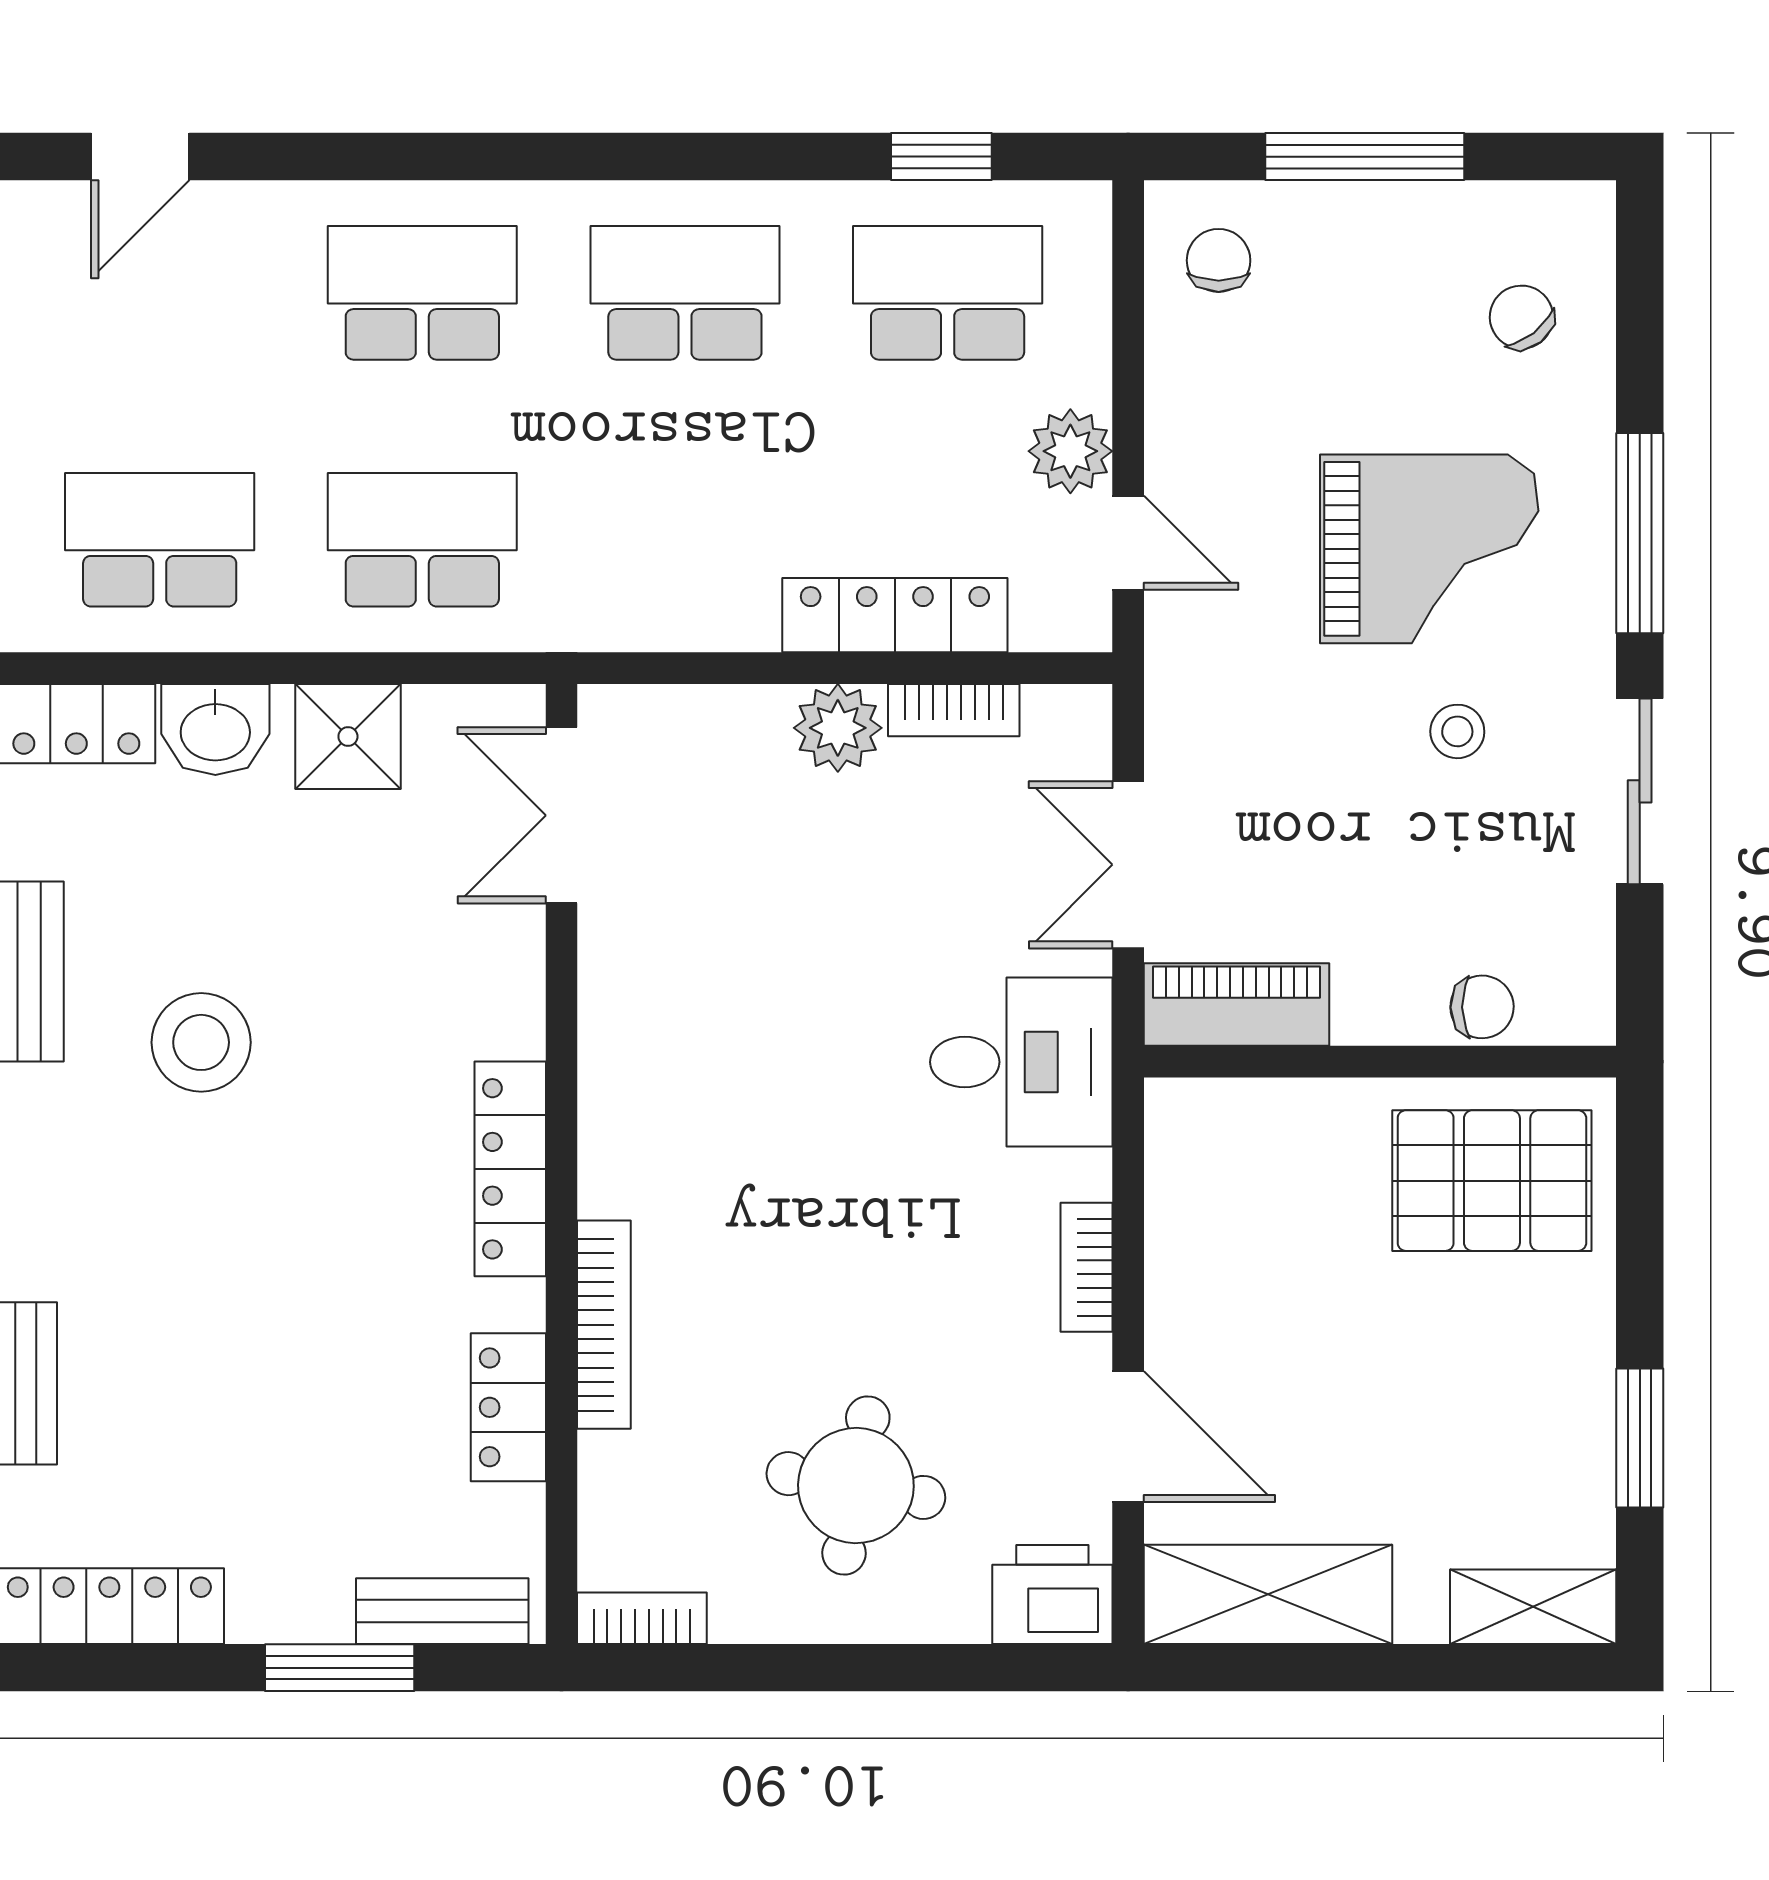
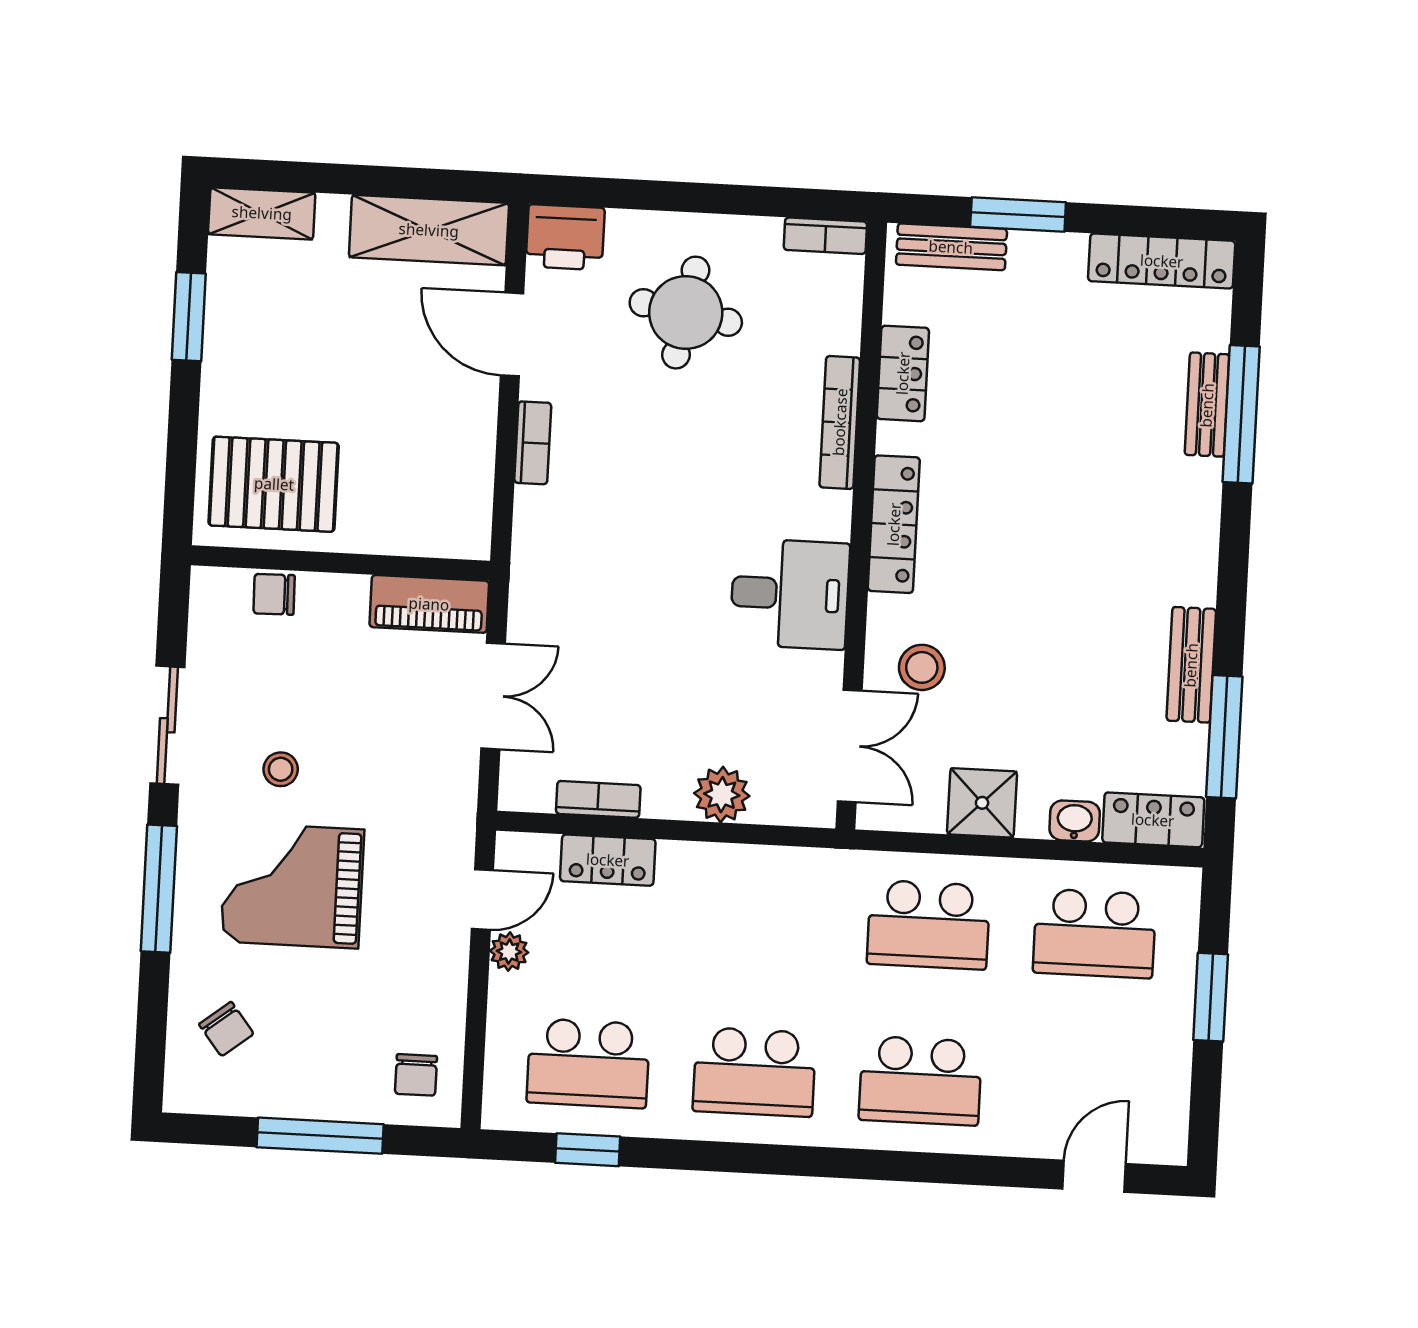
plant: (1070, 451) -> (509, 952), width x0.73, depth x0.73
door: (1128, 543) -> (482, 899), swing flipped
locker: (895, 615) -> (608, 860), width x0.66
plant: (838, 728) -> (722, 795), moved
washbasin: (215, 730) -> (1075, 821), width x0.72, depth x0.69
stool: (201, 1042) -> (922, 667), moved, width x0.73, depth x0.73
desk: (1021, 1062) -> (790, 594), moved, turned 180

